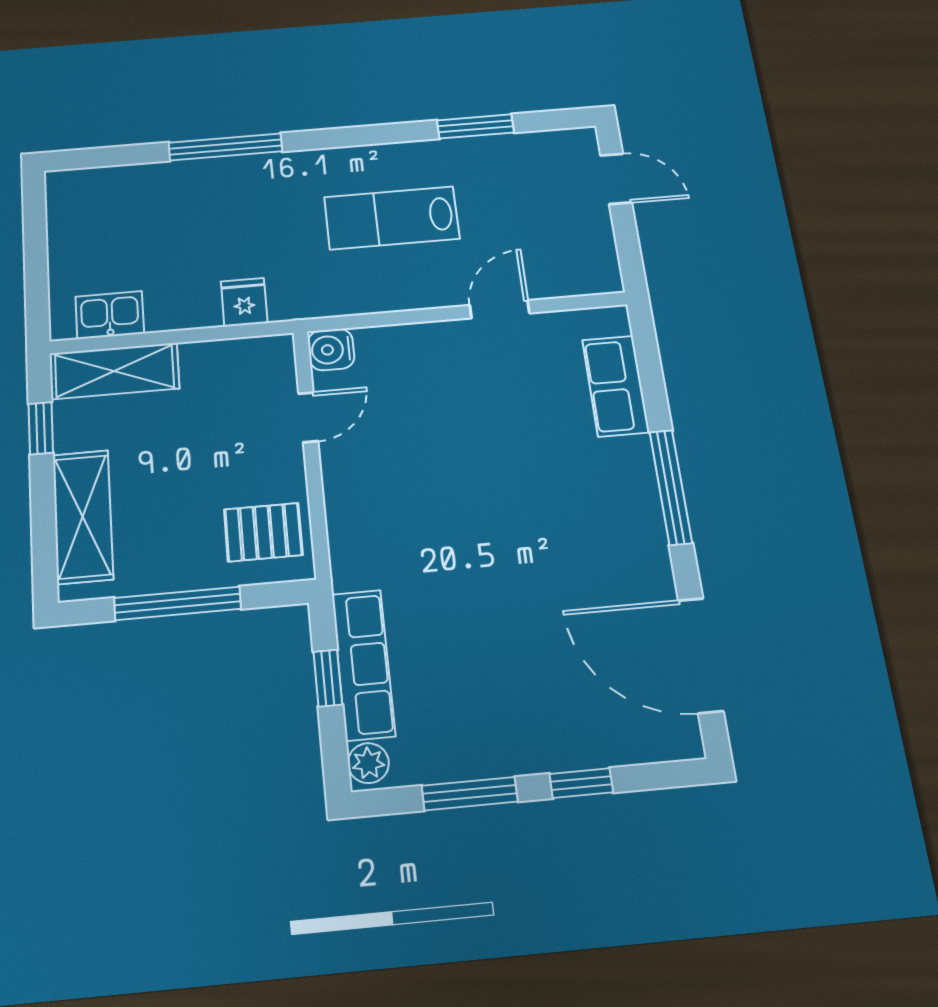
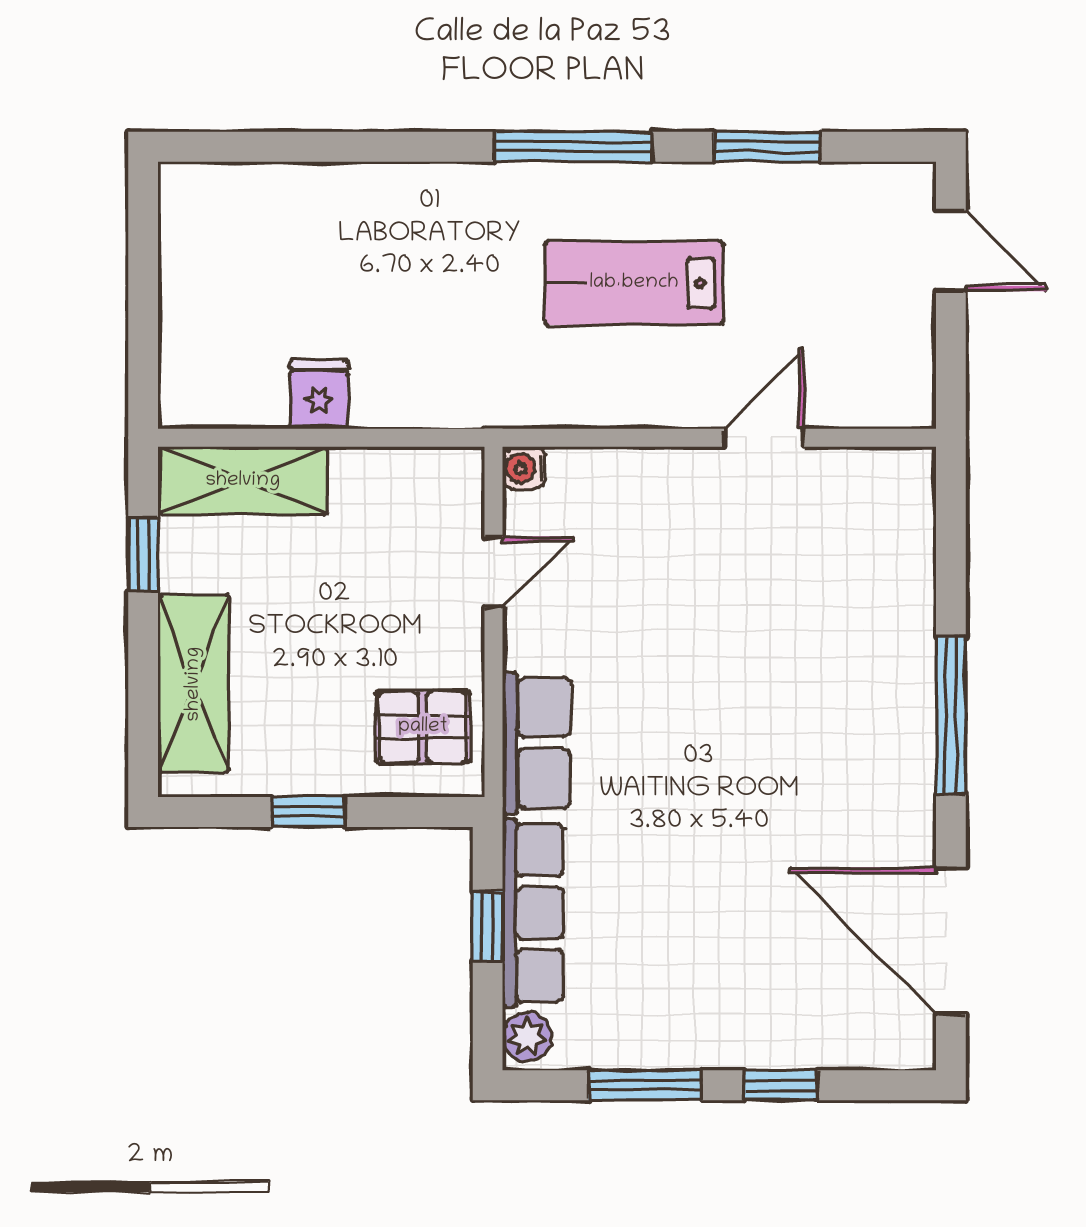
window: (225, 147) -> (573, 147), moved
fridge: (244, 302) -> (319, 394), moved
kitchen sink: (110, 315) -> (240, 396), removed
water cooler: (331, 350) -> (524, 468), width x0.72, depth x0.72
row of seats: (616, 386) -> (536, 743), moved, turned 180
window: (178, 603) -> (308, 812), width x0.46

